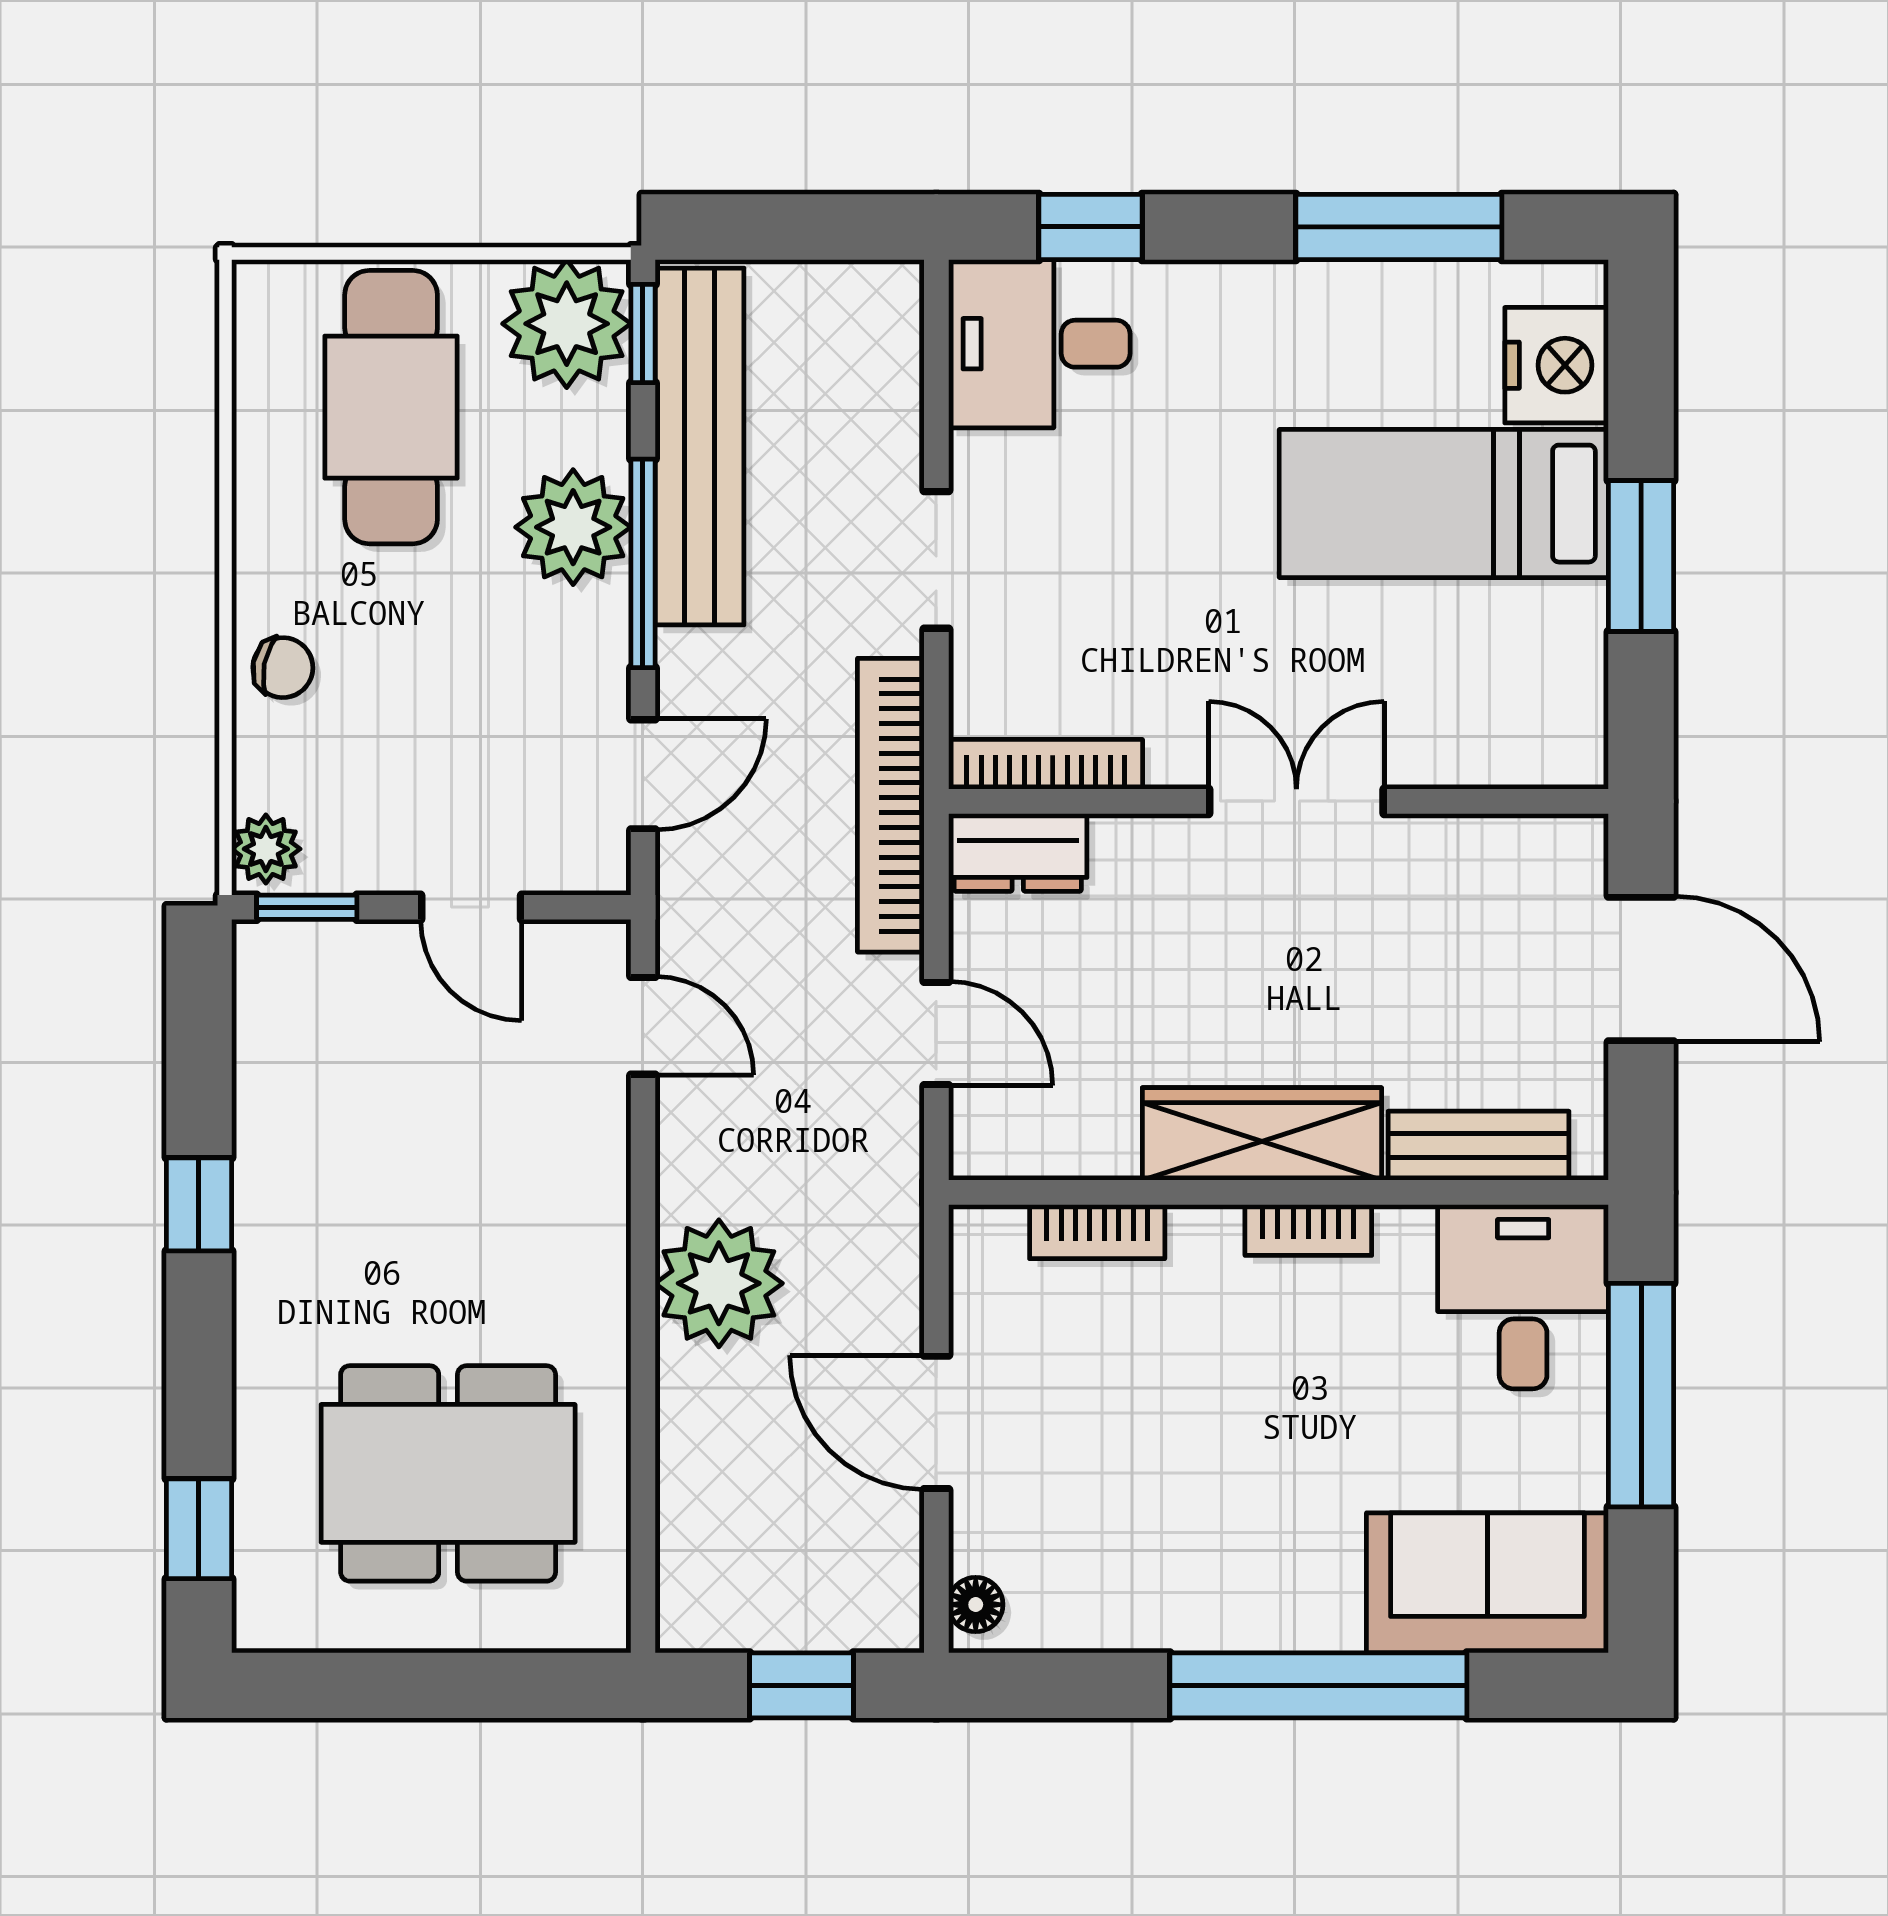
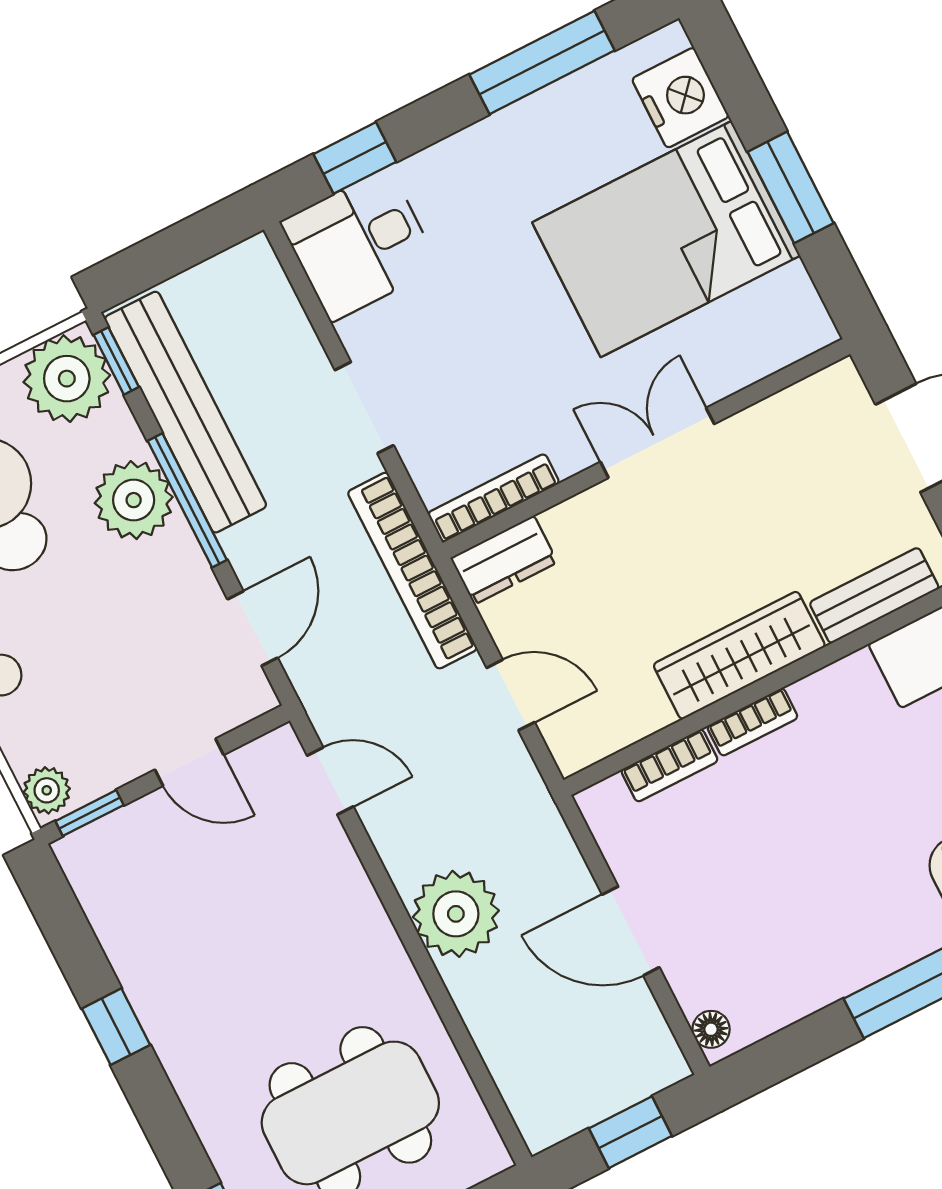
bed: (1444, 504) -> (666, 239), width x1.50
bookcase: (1308, 1230) -> (752, 722), moved

